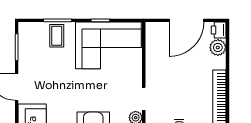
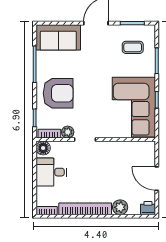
door: (187, 20) -> (157, 179), width x0.73
coffee table: (57, 36) -> (133, 47), moved
plant: (218, 48) -> (120, 207), moved

